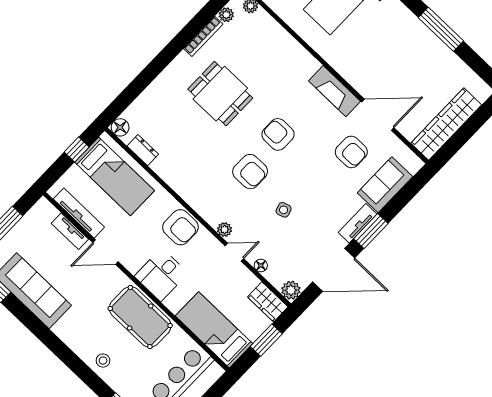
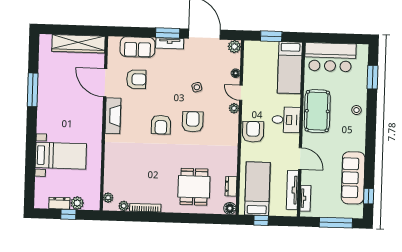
dining table: (220, 94) -> (194, 187), moved
armchair: (351, 152) -> (136, 79), turned 90
tv unit: (70, 231) -> (305, 198), moved
wardrobe: (268, 302) -> (251, 53), removed

